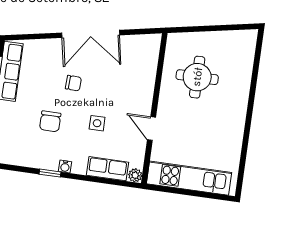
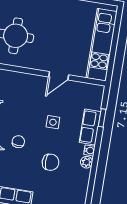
row of seats: (107, 169) -> (90, 127), moved
window: (50, 173) -> (102, 118), moved
plant: (135, 175) -> (87, 162), moved

